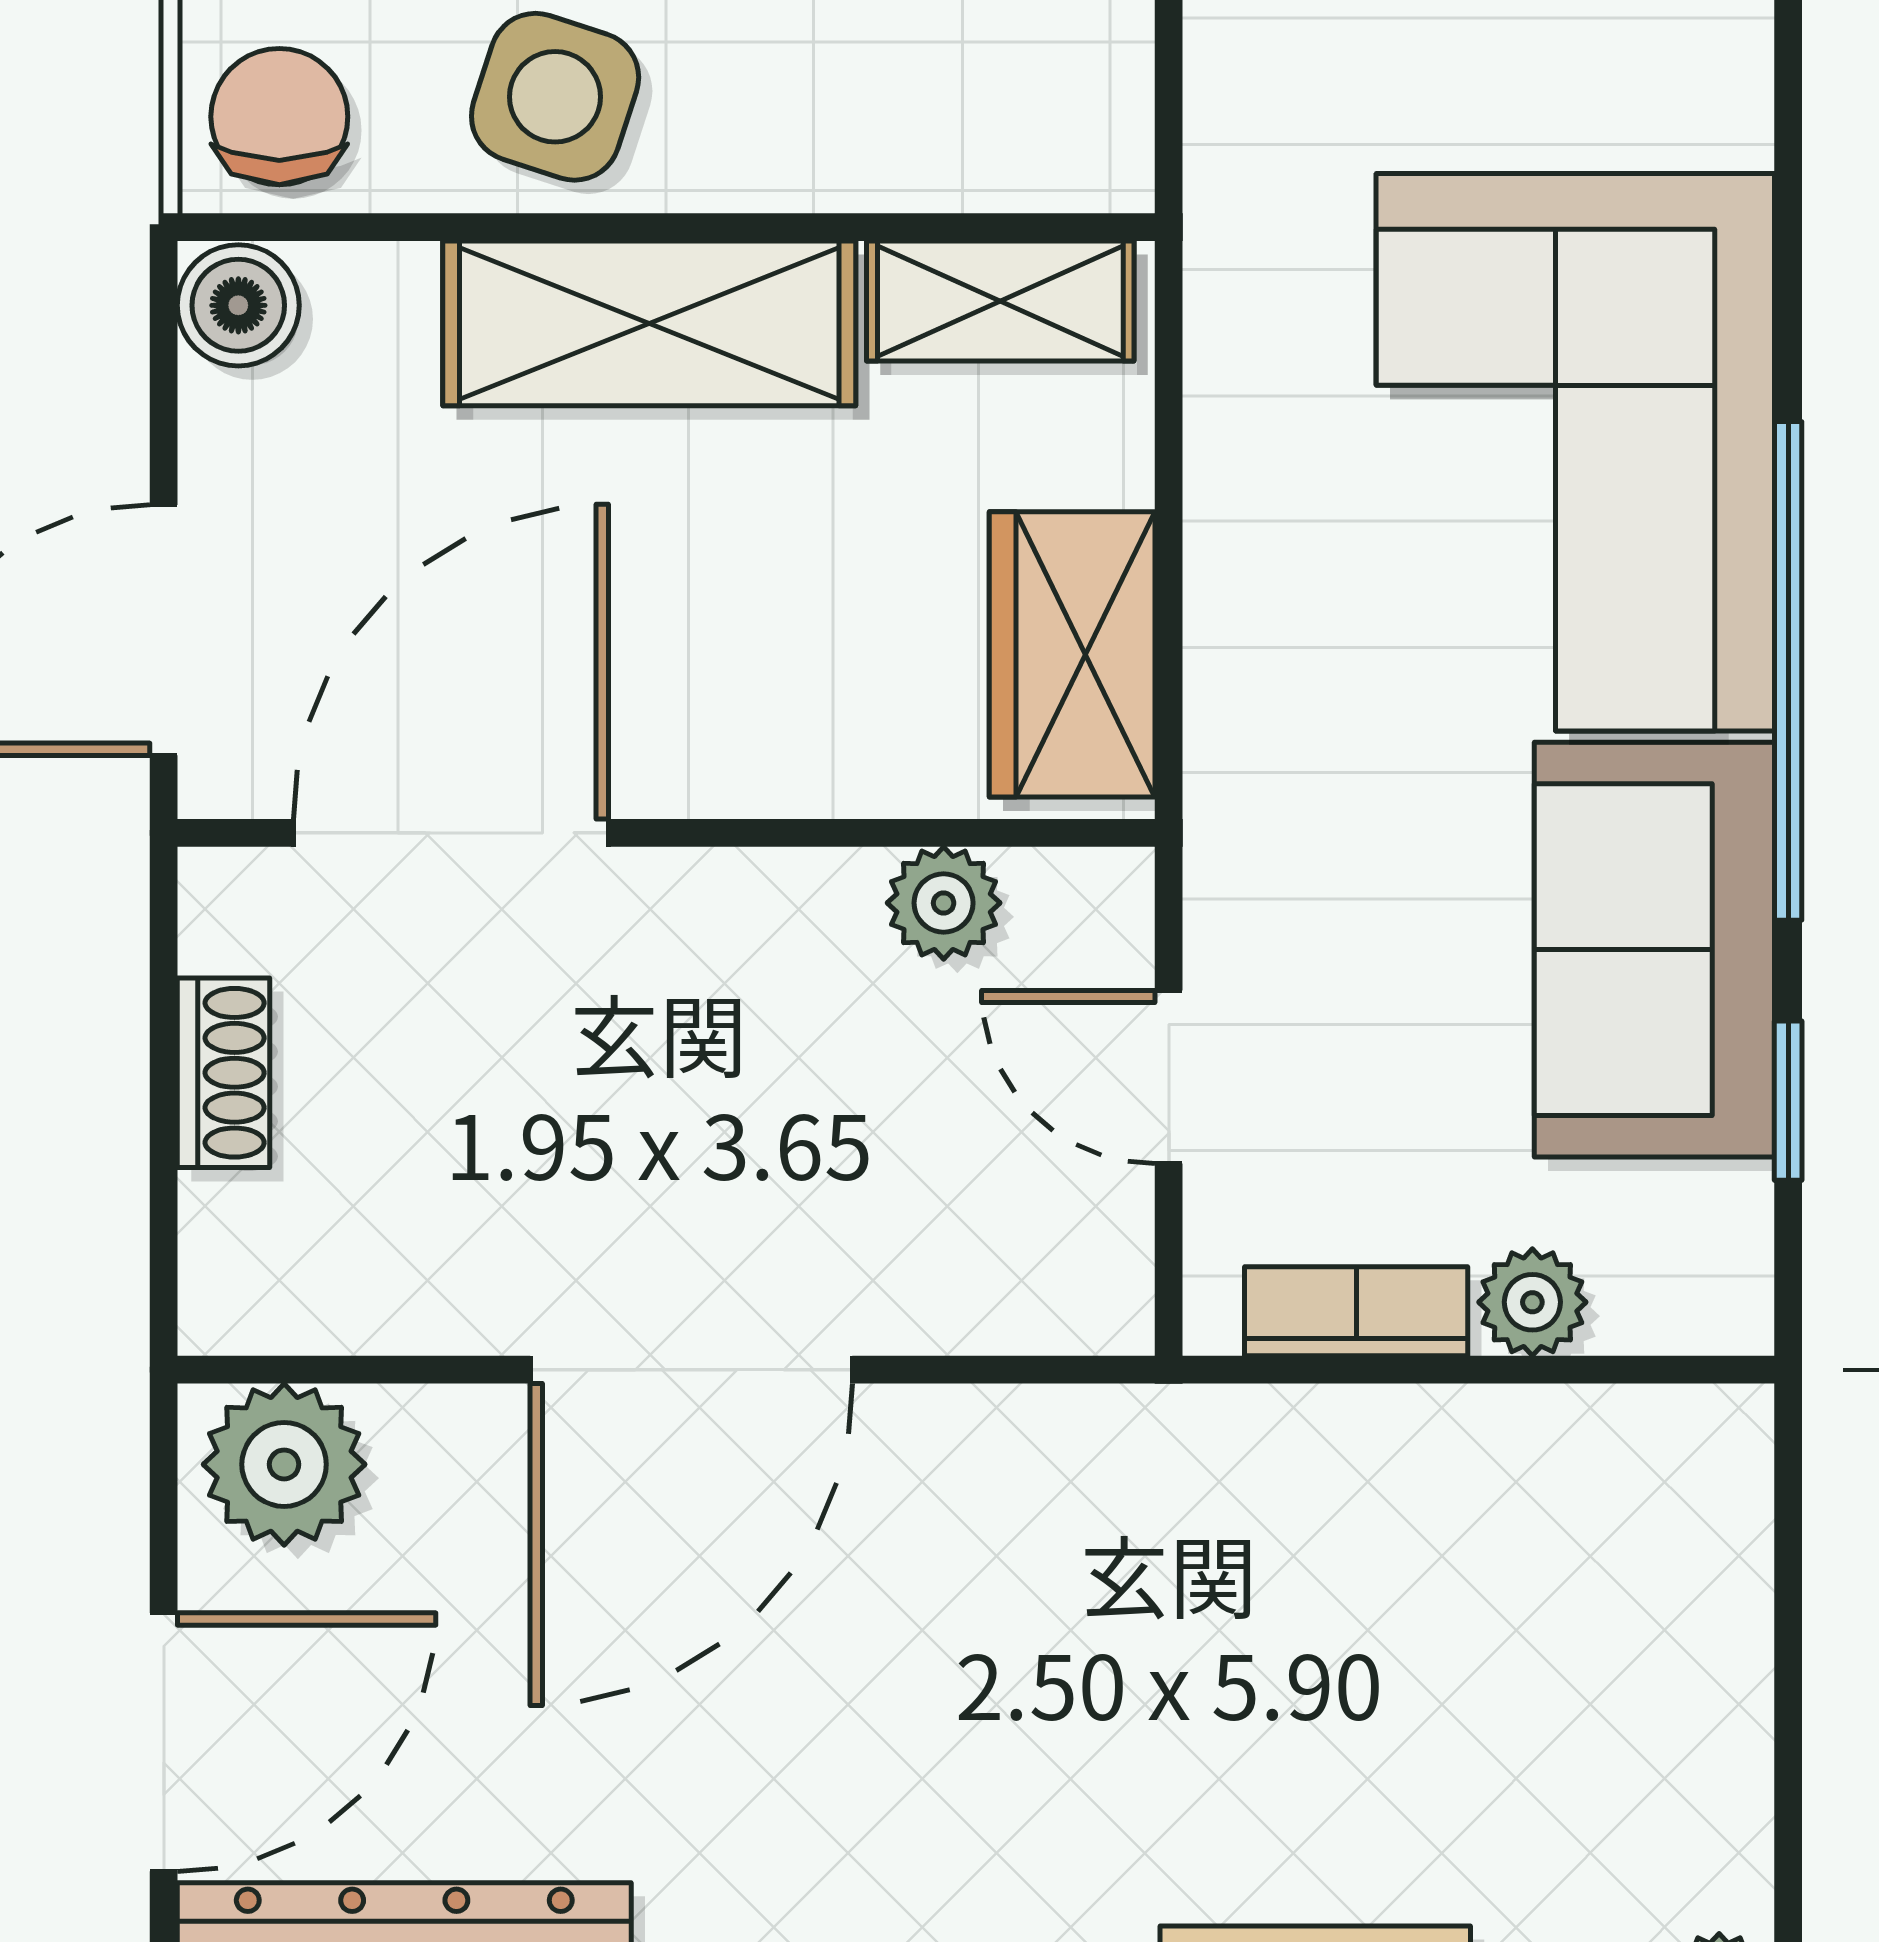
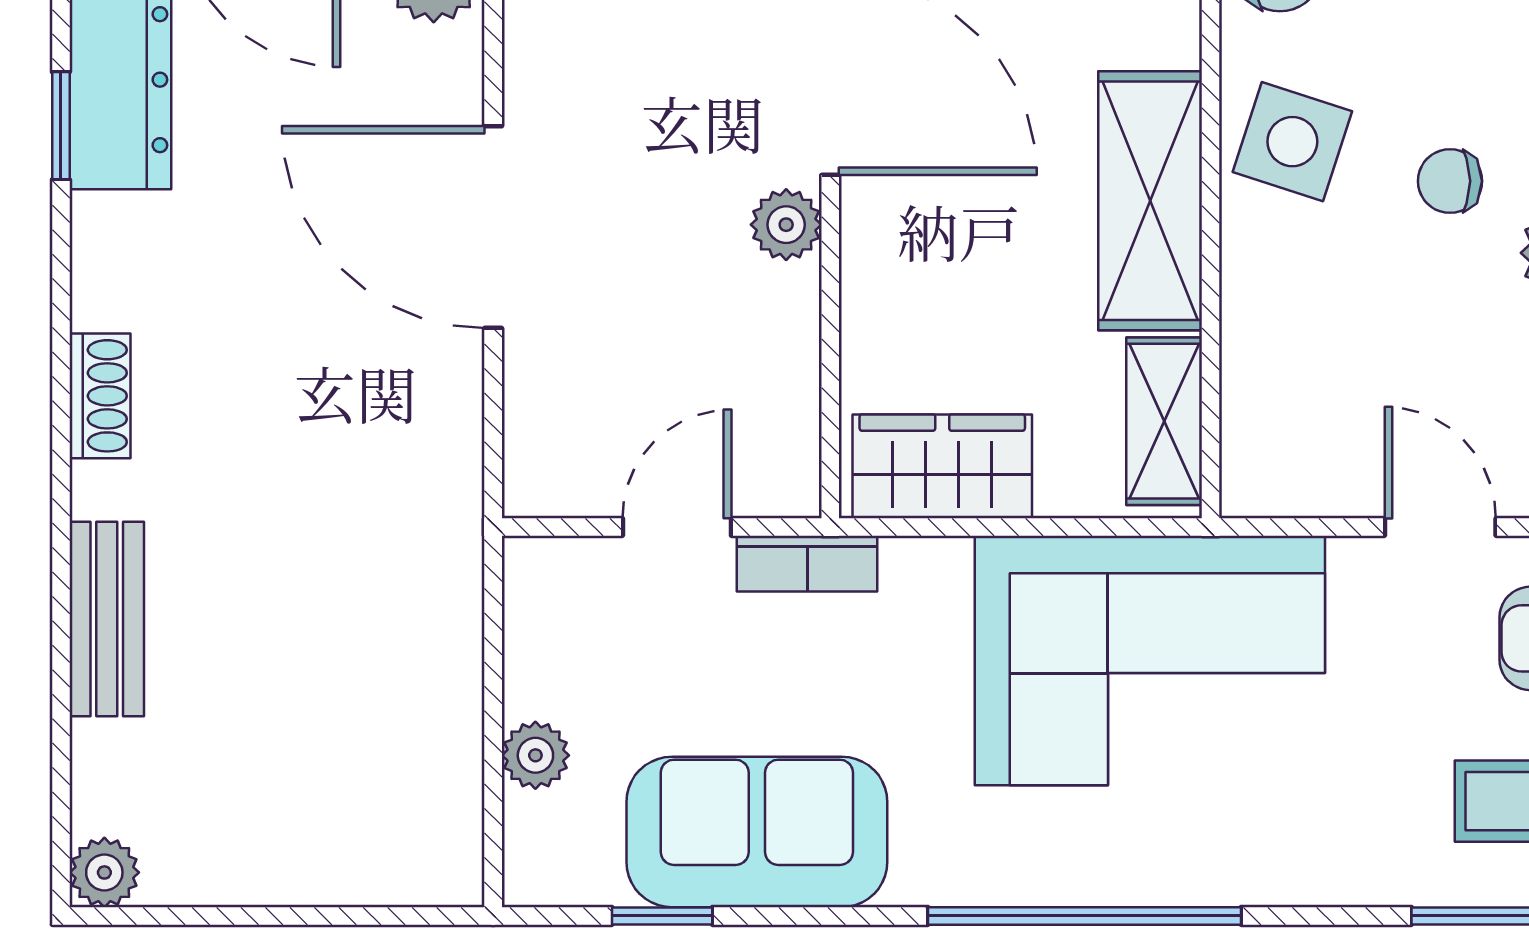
corner sofa: (1575, 452) -> (1150, 661), moved, turned 180
window: (1788, 671) -> (1085, 916), moved
plant: (944, 903) -> (786, 225), moved
bookcase: (1356, 1311) -> (807, 564), moved, turned 90

